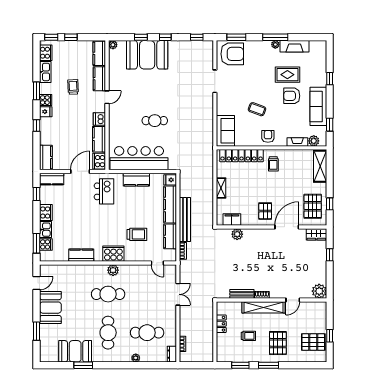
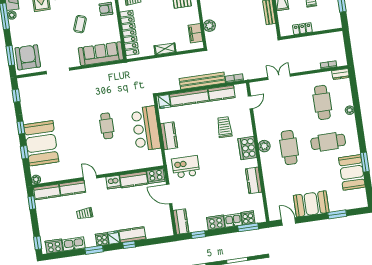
window: (71, 37) -> (32, 203), moved
sofa: (225, 131) -> (101, 54), width x1.36
kitchen counter: (46, 157) -> (132, 235), moved
bar counter: (139, 158) -> (146, 129), width x0.73

